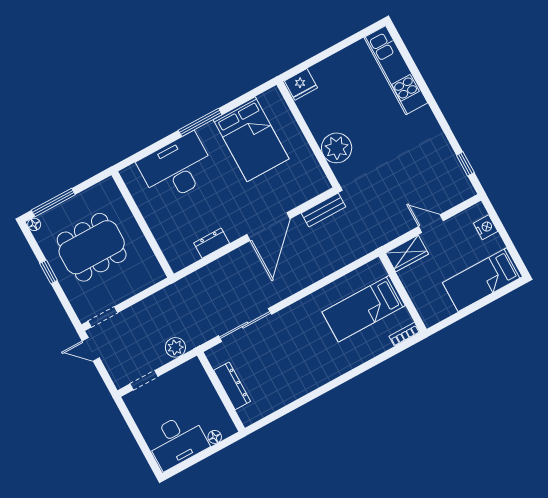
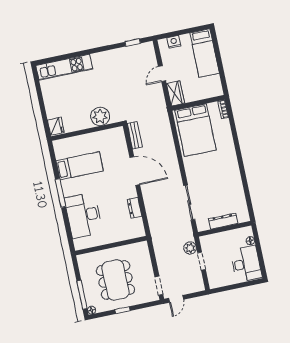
bed: (251, 139) -> (80, 166), width x0.67
bed: (364, 309) -> (195, 130), width x1.50
doorway: (144, 380) -> (202, 261), moved

